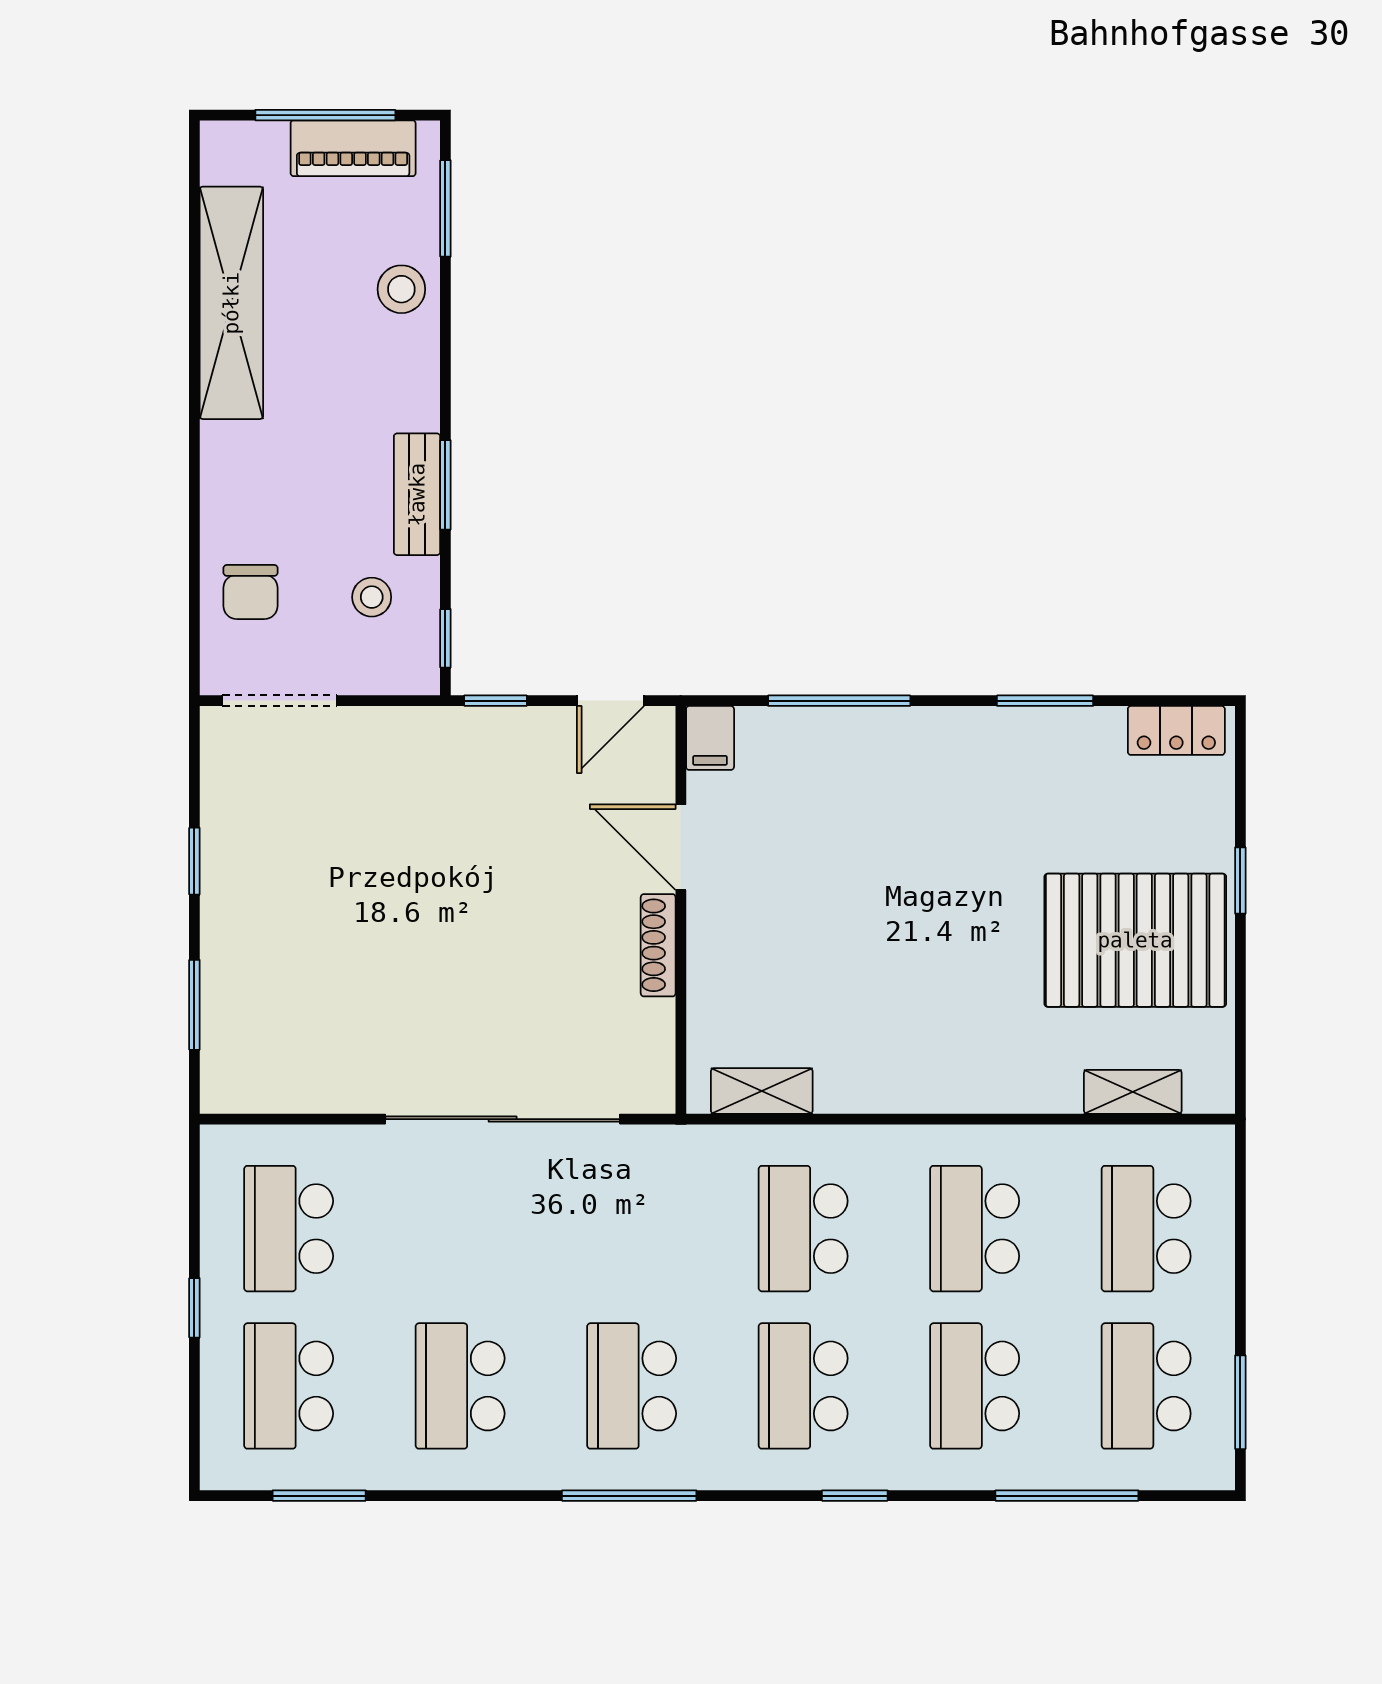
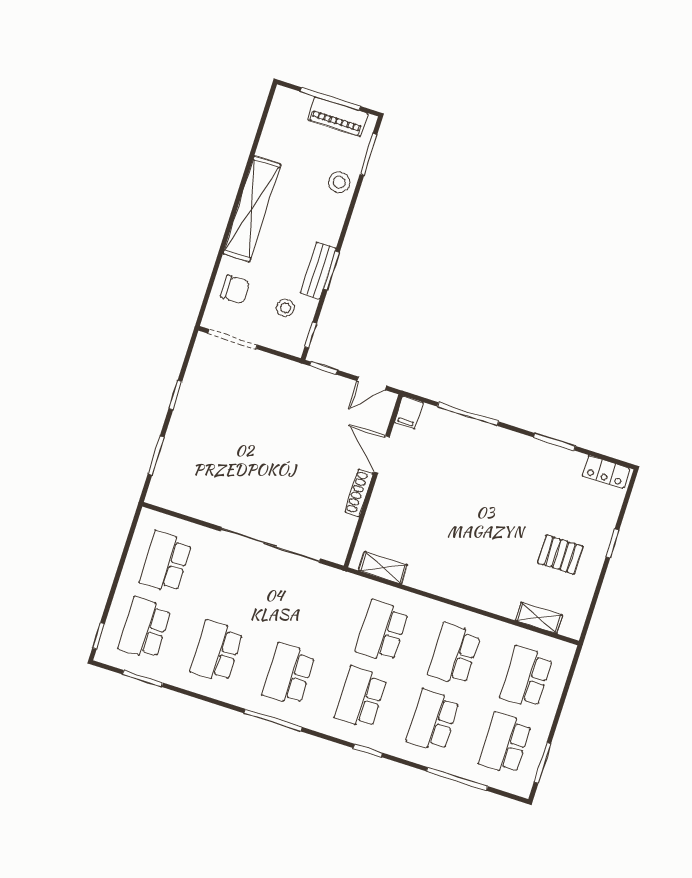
shelving: (231, 303) -> (252, 209), moved
chair: (251, 592) -> (235, 289), turned -90
pallet: (1135, 940) -> (560, 555), width x0.49, depth x0.50
window: (194, 1308) -> (98, 636), moved

